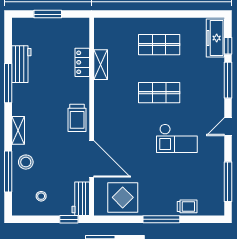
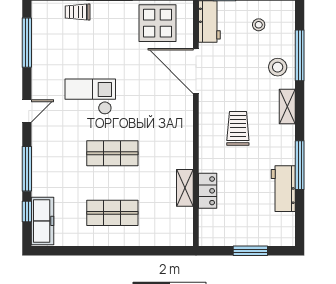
trolley: (77, 118) -> (238, 128), moved

